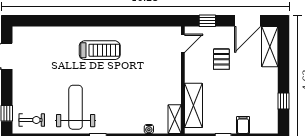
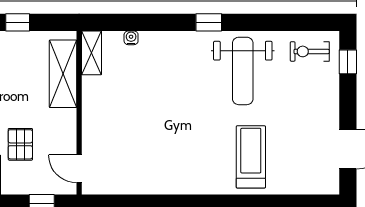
door: (183, 43) -> (79, 169), hinge flipped
treadmill: (100, 50) -> (251, 157), moved, turned 90

